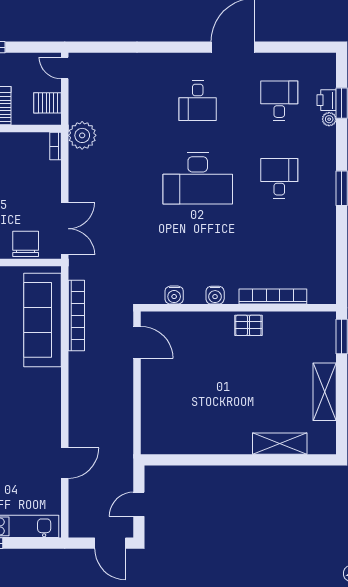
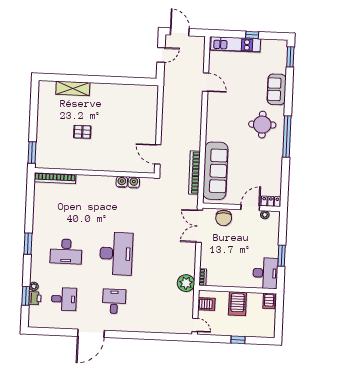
desk: (279, 101) -> (64, 299), turned -90
desk: (198, 178) -> (116, 254), turned 90
desk: (279, 178) -> (66, 251), width x1.37
water cooler: (215, 295) -> (122, 182), moved
bookcase: (273, 297) -> (55, 178), moved
pallet: (248, 325) -> (82, 132), moved
shelving: (325, 392) -> (44, 119), removed
door: (65, 463) -> (206, 82), swing flipped

